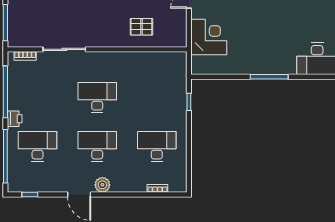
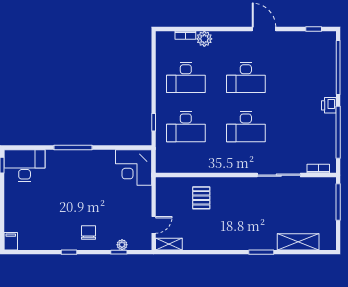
pallet: (141, 27) -> (201, 198), turned 90
corner desk: (209, 37) -> (134, 167), moved
desk: (38, 146) -> (186, 127), moved
plant: (102, 185) -> (204, 39), moved

